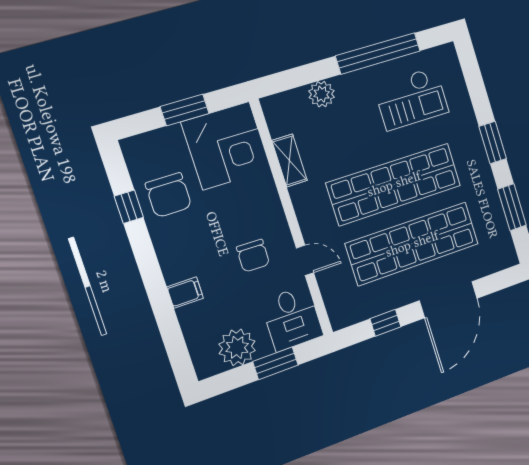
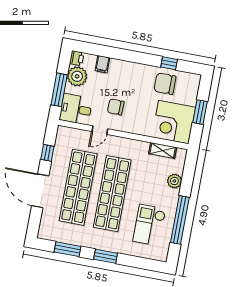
shelving: (290, 160) -> (163, 151), moved
filing cabinet: (185, 293) -> (102, 64), moved
window: (275, 363) -> (59, 90), width x1.44
printer: (207, 366) -> (77, 58), added

